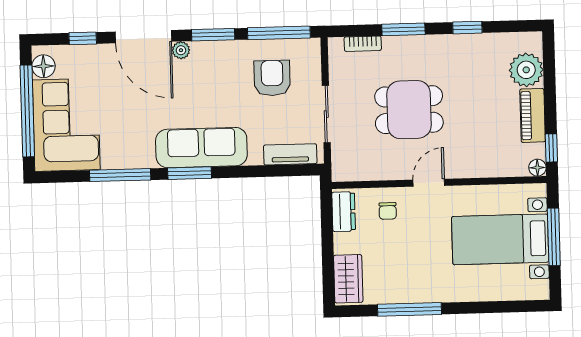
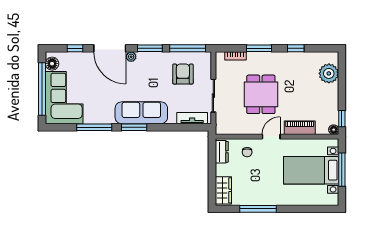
dining table: (409, 110) -> (261, 94), turned 90
piano: (533, 115) -> (300, 128), moved, turned 90

